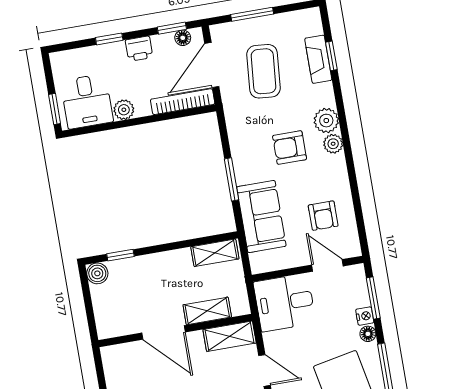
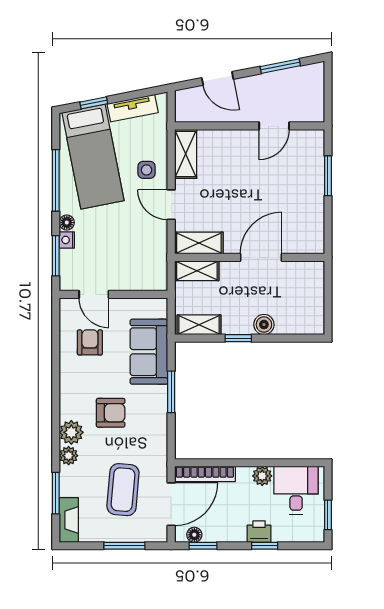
printer: (139, 49) -> (259, 532), moved
window: (331, 56) -> (56, 493), width x1.50
fireplace: (318, 59) -> (69, 520), moved
window: (55, 109) -> (328, 515), moved
plant: (333, 144) -> (69, 456), moved
window: (120, 255) -> (238, 338), moved
boiler: (97, 273) -> (264, 325), moved
desk: (285, 302) -> (141, 266), removed
shelving: (207, 311) -> (197, 271), moved
door: (164, 332) -> (261, 257), hinge flipped

